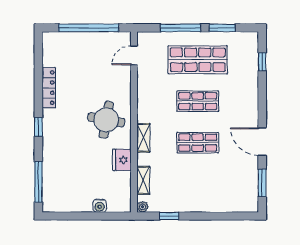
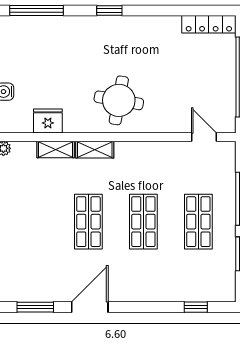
shop shelf: (198, 60) -> (198, 222), width x0.70, depth x0.74
locker: (49, 88) -> (209, 24), moved
fridge: (122, 160) -> (48, 121), moved
shelving: (143, 180) -> (56, 149), moved

